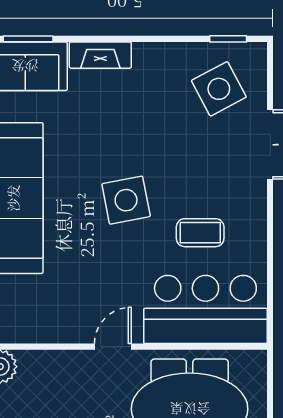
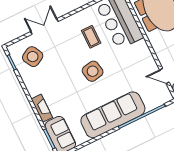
door: (113, 347) -> (164, 76), moved

